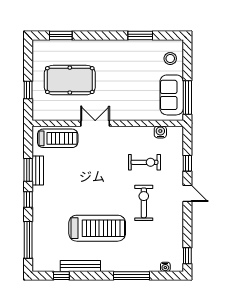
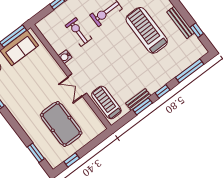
window: (28, 90) -> (72, 160), moved
water cooler: (160, 132) -> (65, 57), moved

